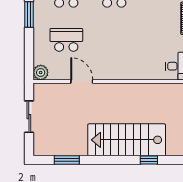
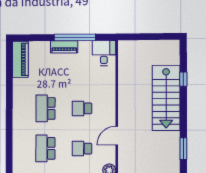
school desk: (66, 40) -> (82, 149), width x0.54
school desk: (114, 40) -> (82, 108), added

